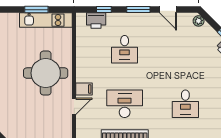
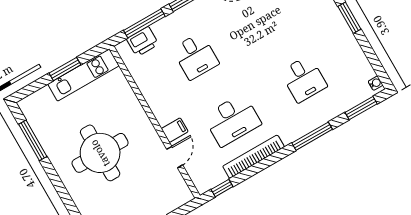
window: (104, 10) -> (144, 23), width x2.17
round table: (46, 73) -> (100, 153), moved
desk: (125, 104) -> (232, 120), turned 180

